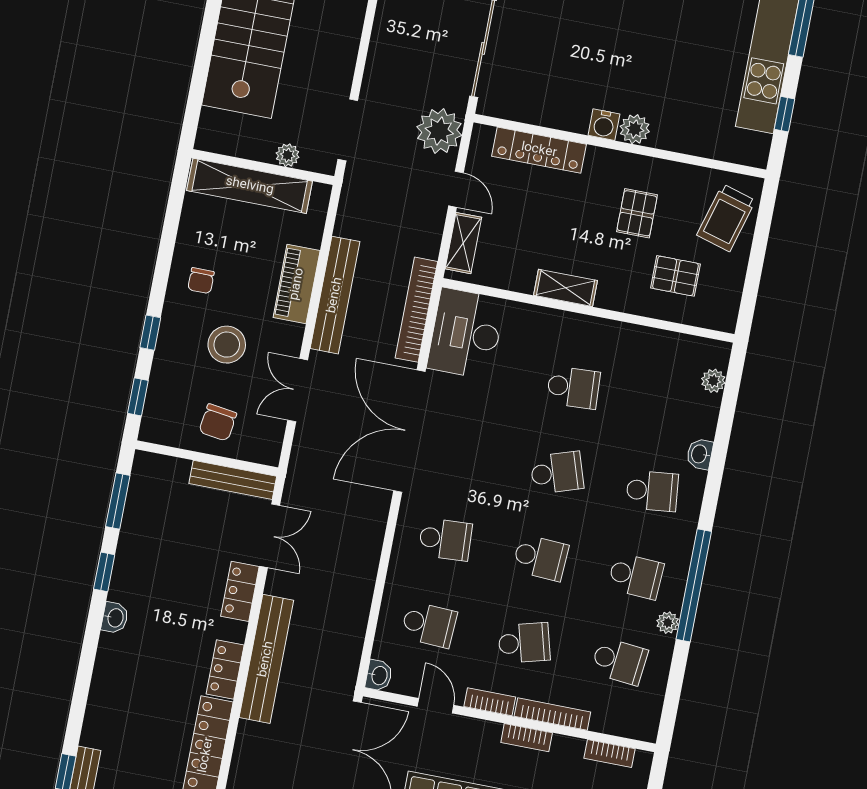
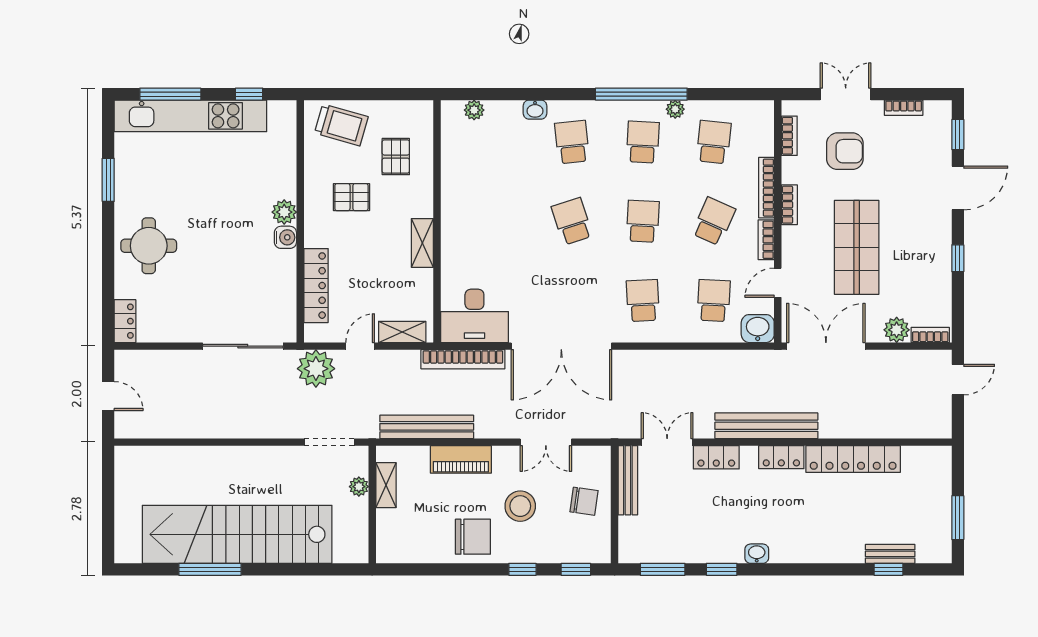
shelving: (250, 186) -> (386, 485), width x0.45, depth x0.75
chair: (201, 281) -> (473, 537), width x1.87, depth x1.87
bench: (335, 295) -> (427, 427), moved
school desk: (573, 387) -> (501, 221), removed
school desk: (524, 643) -> (714, 221), turned 39
washbasin: (379, 675) -> (758, 329), width x1.38, depth x1.45

